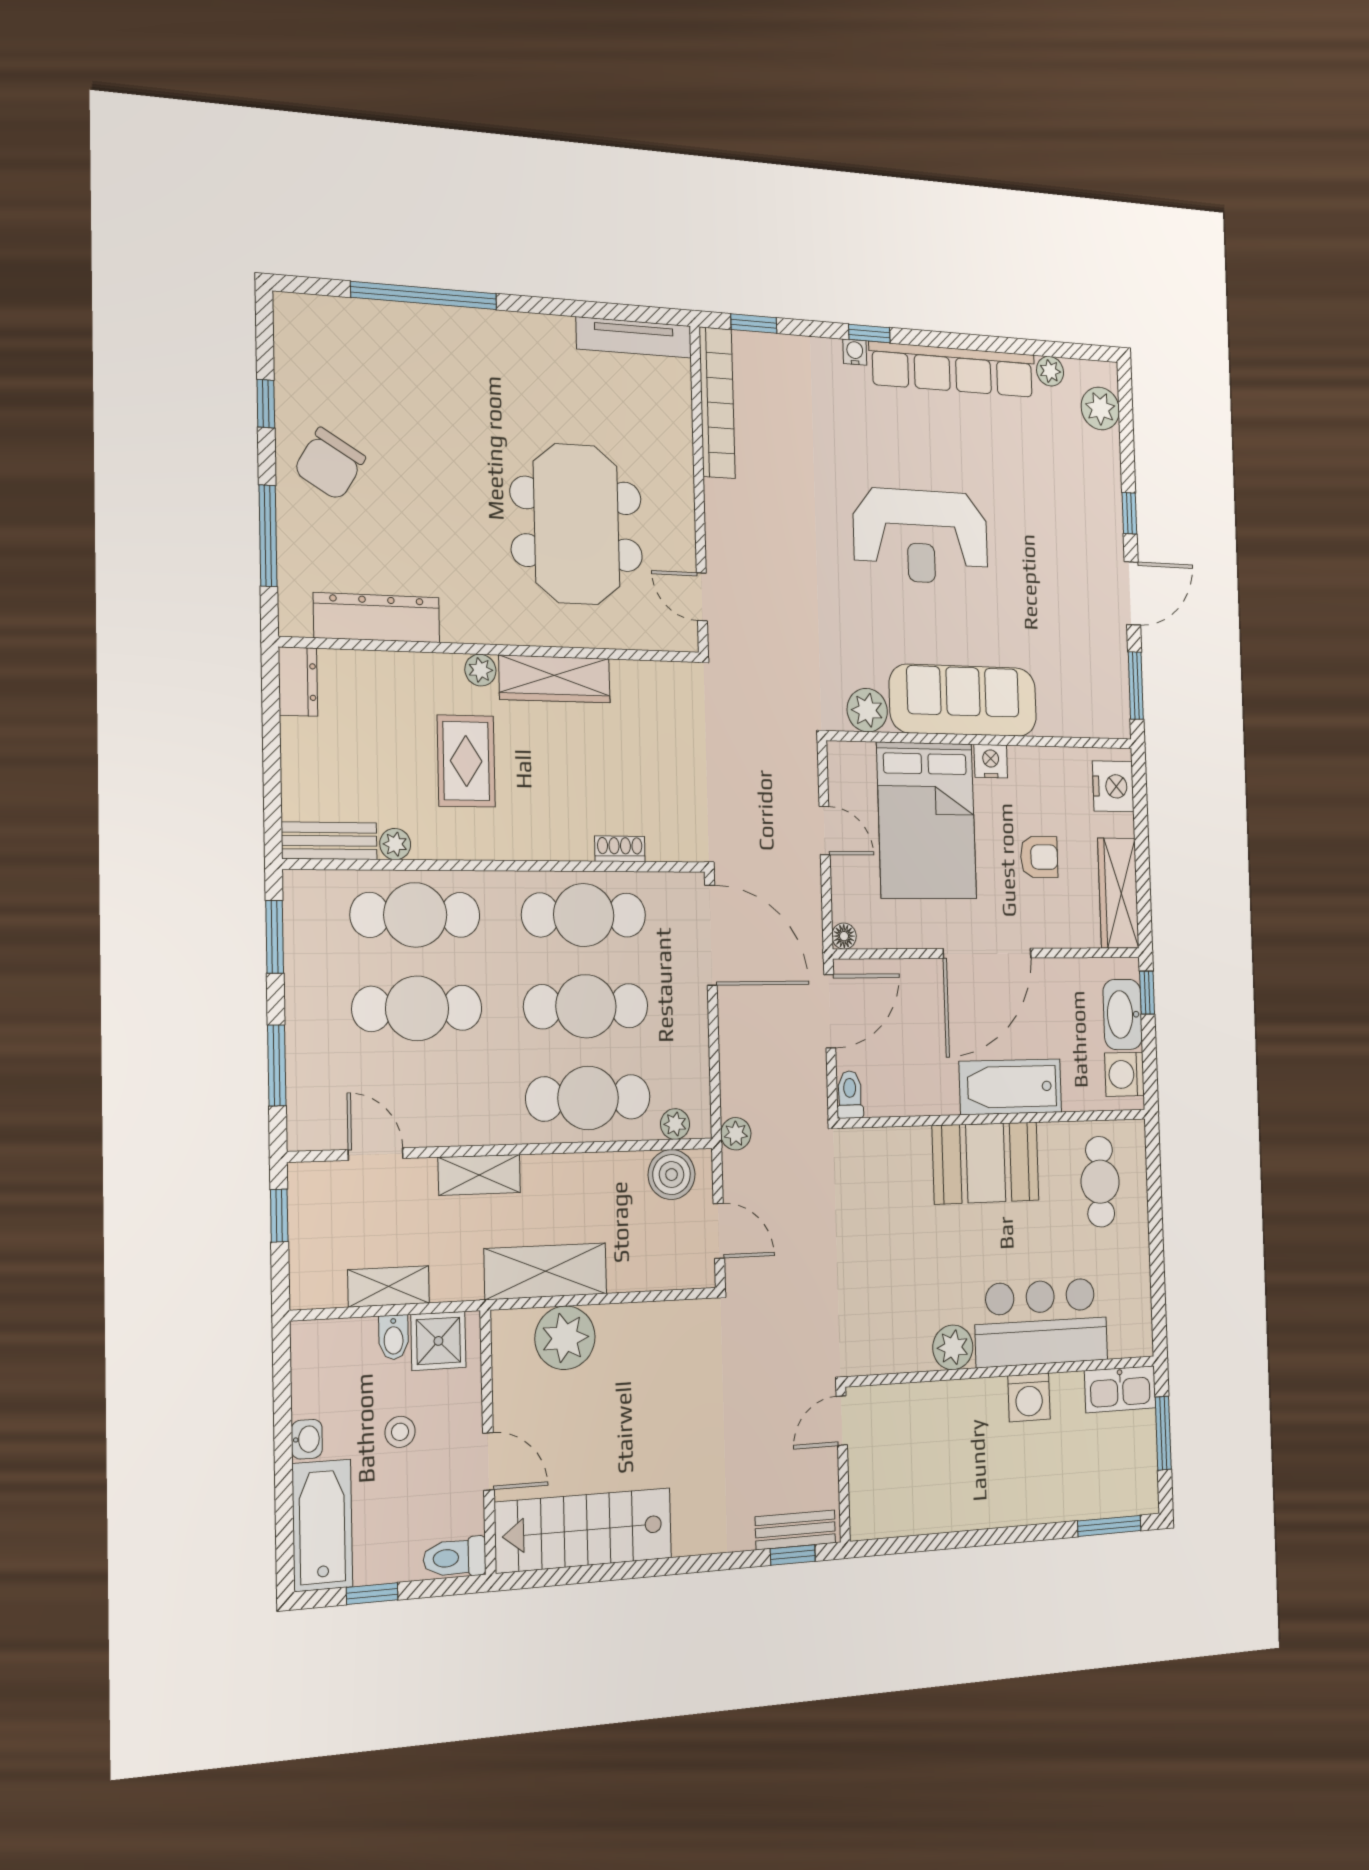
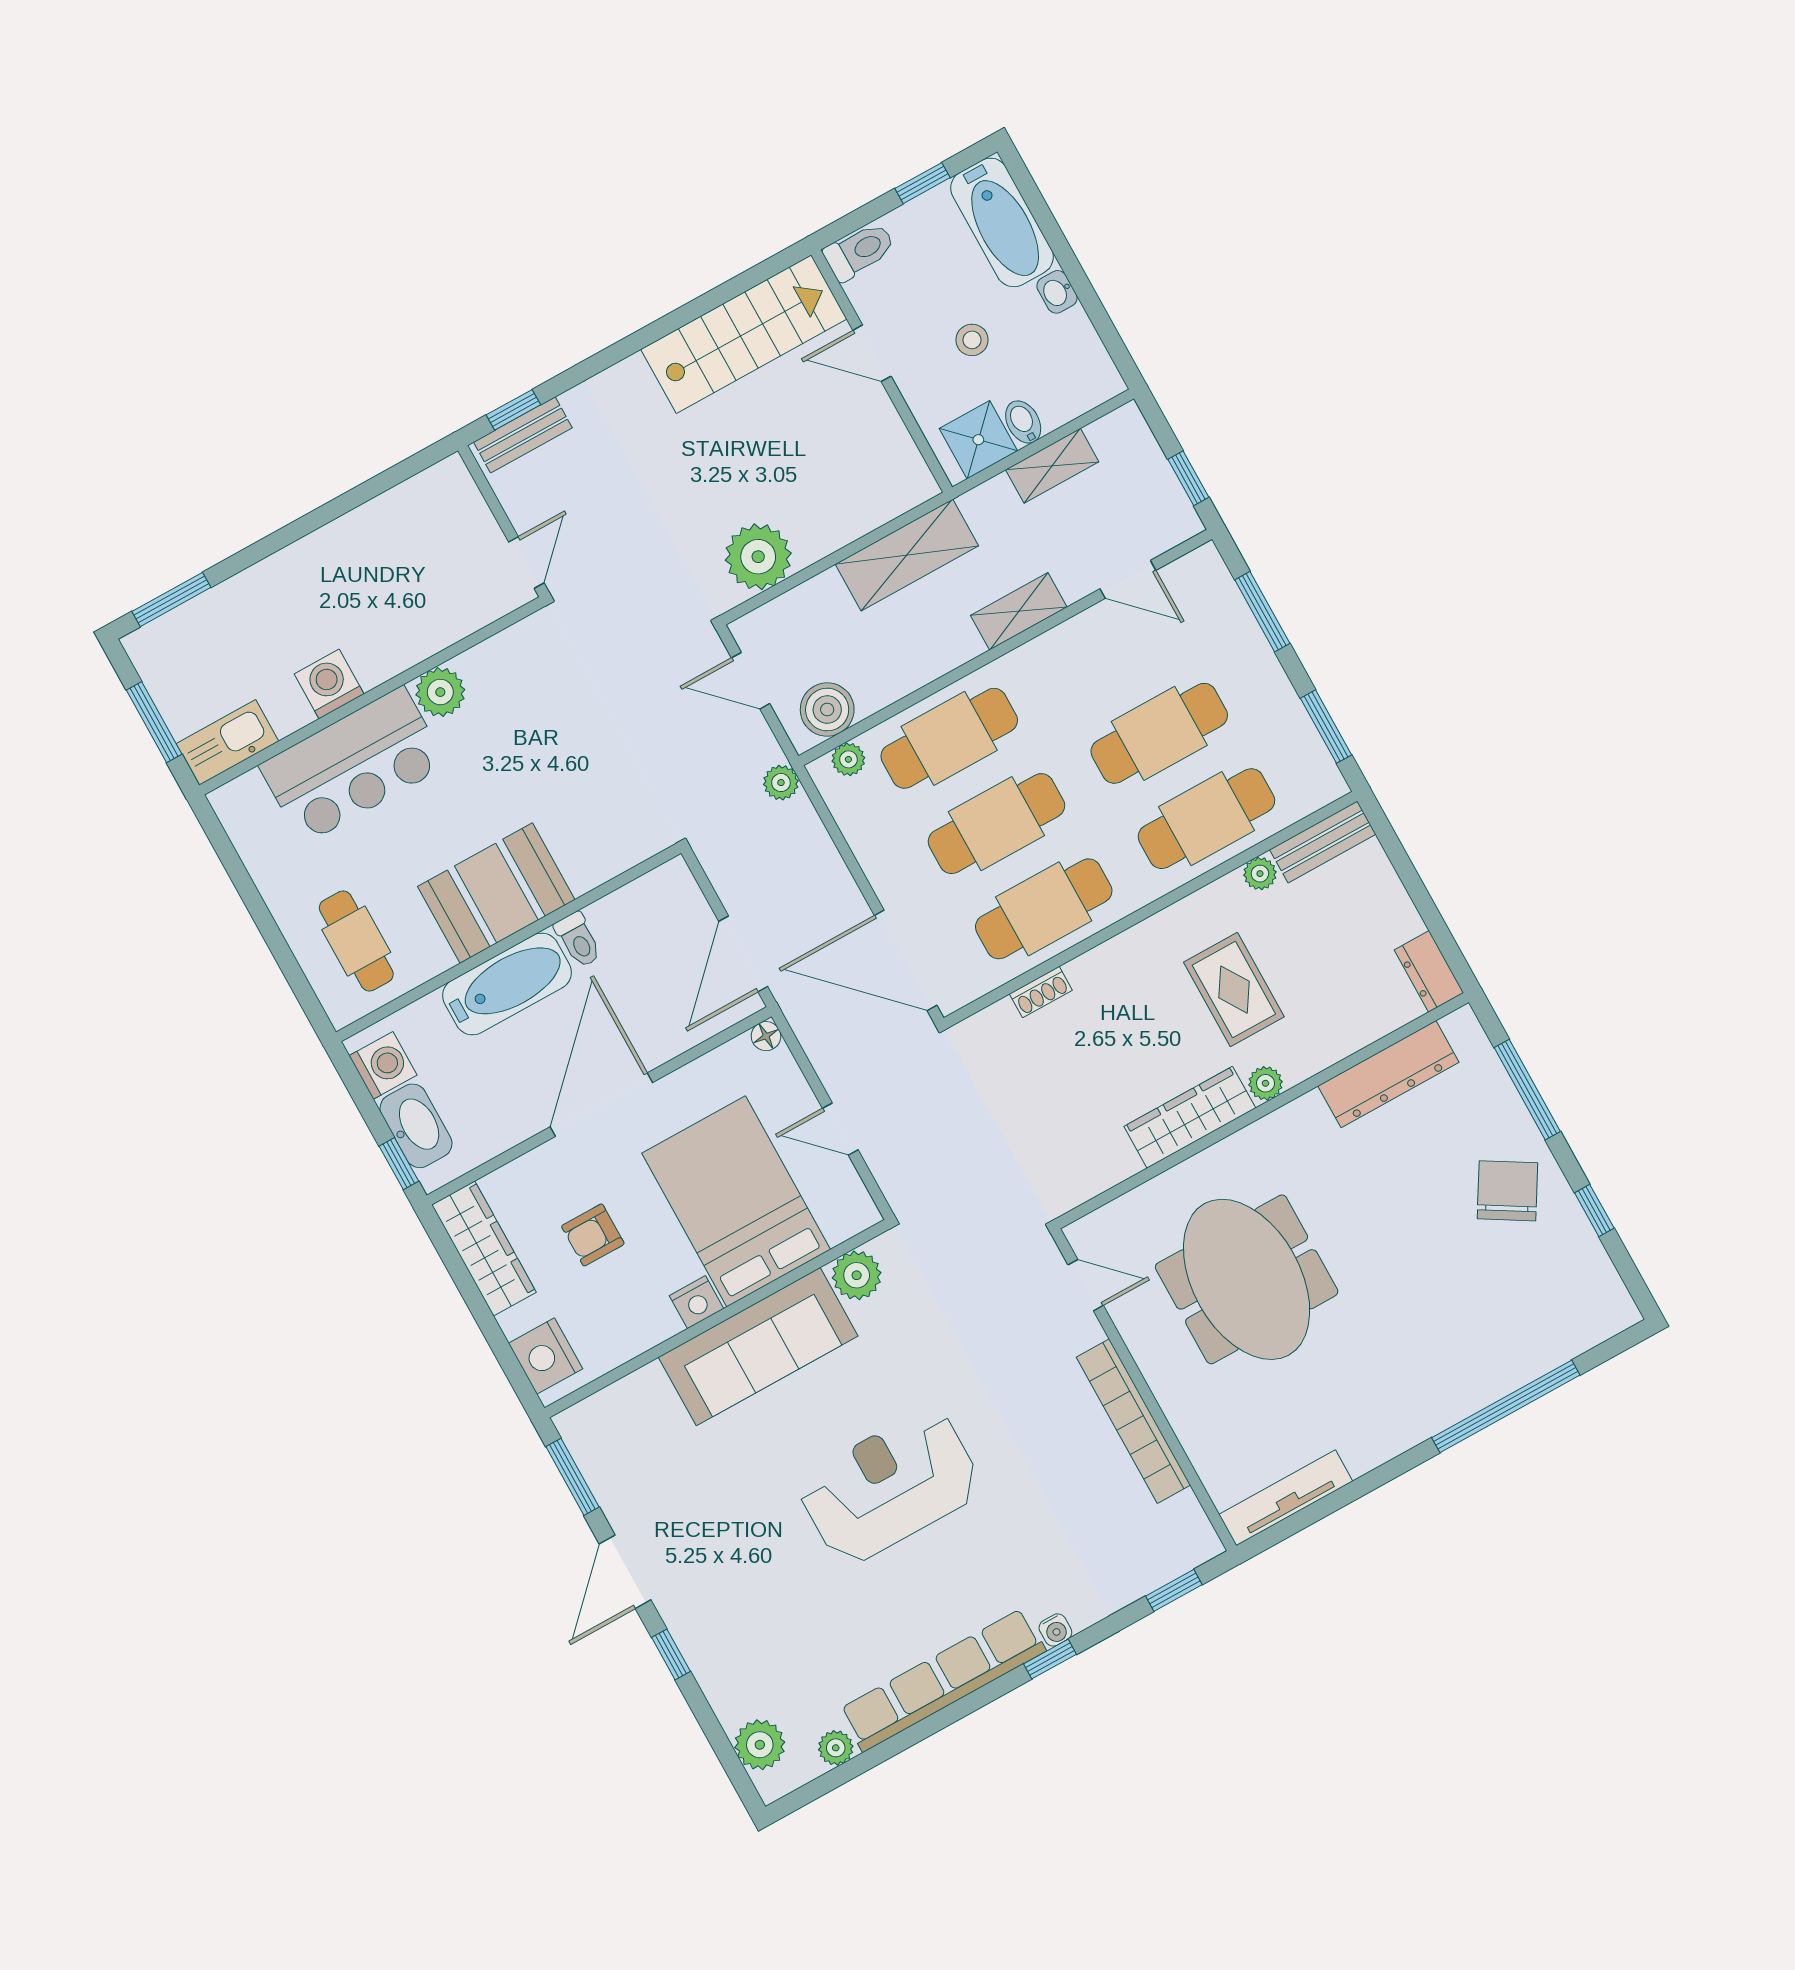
bookcase: (717, 403) -> (1133, 1421), moved
toilet: (850, 1095) -> (578, 940), moved
plant: (565, 1338) -> (758, 557), moved

